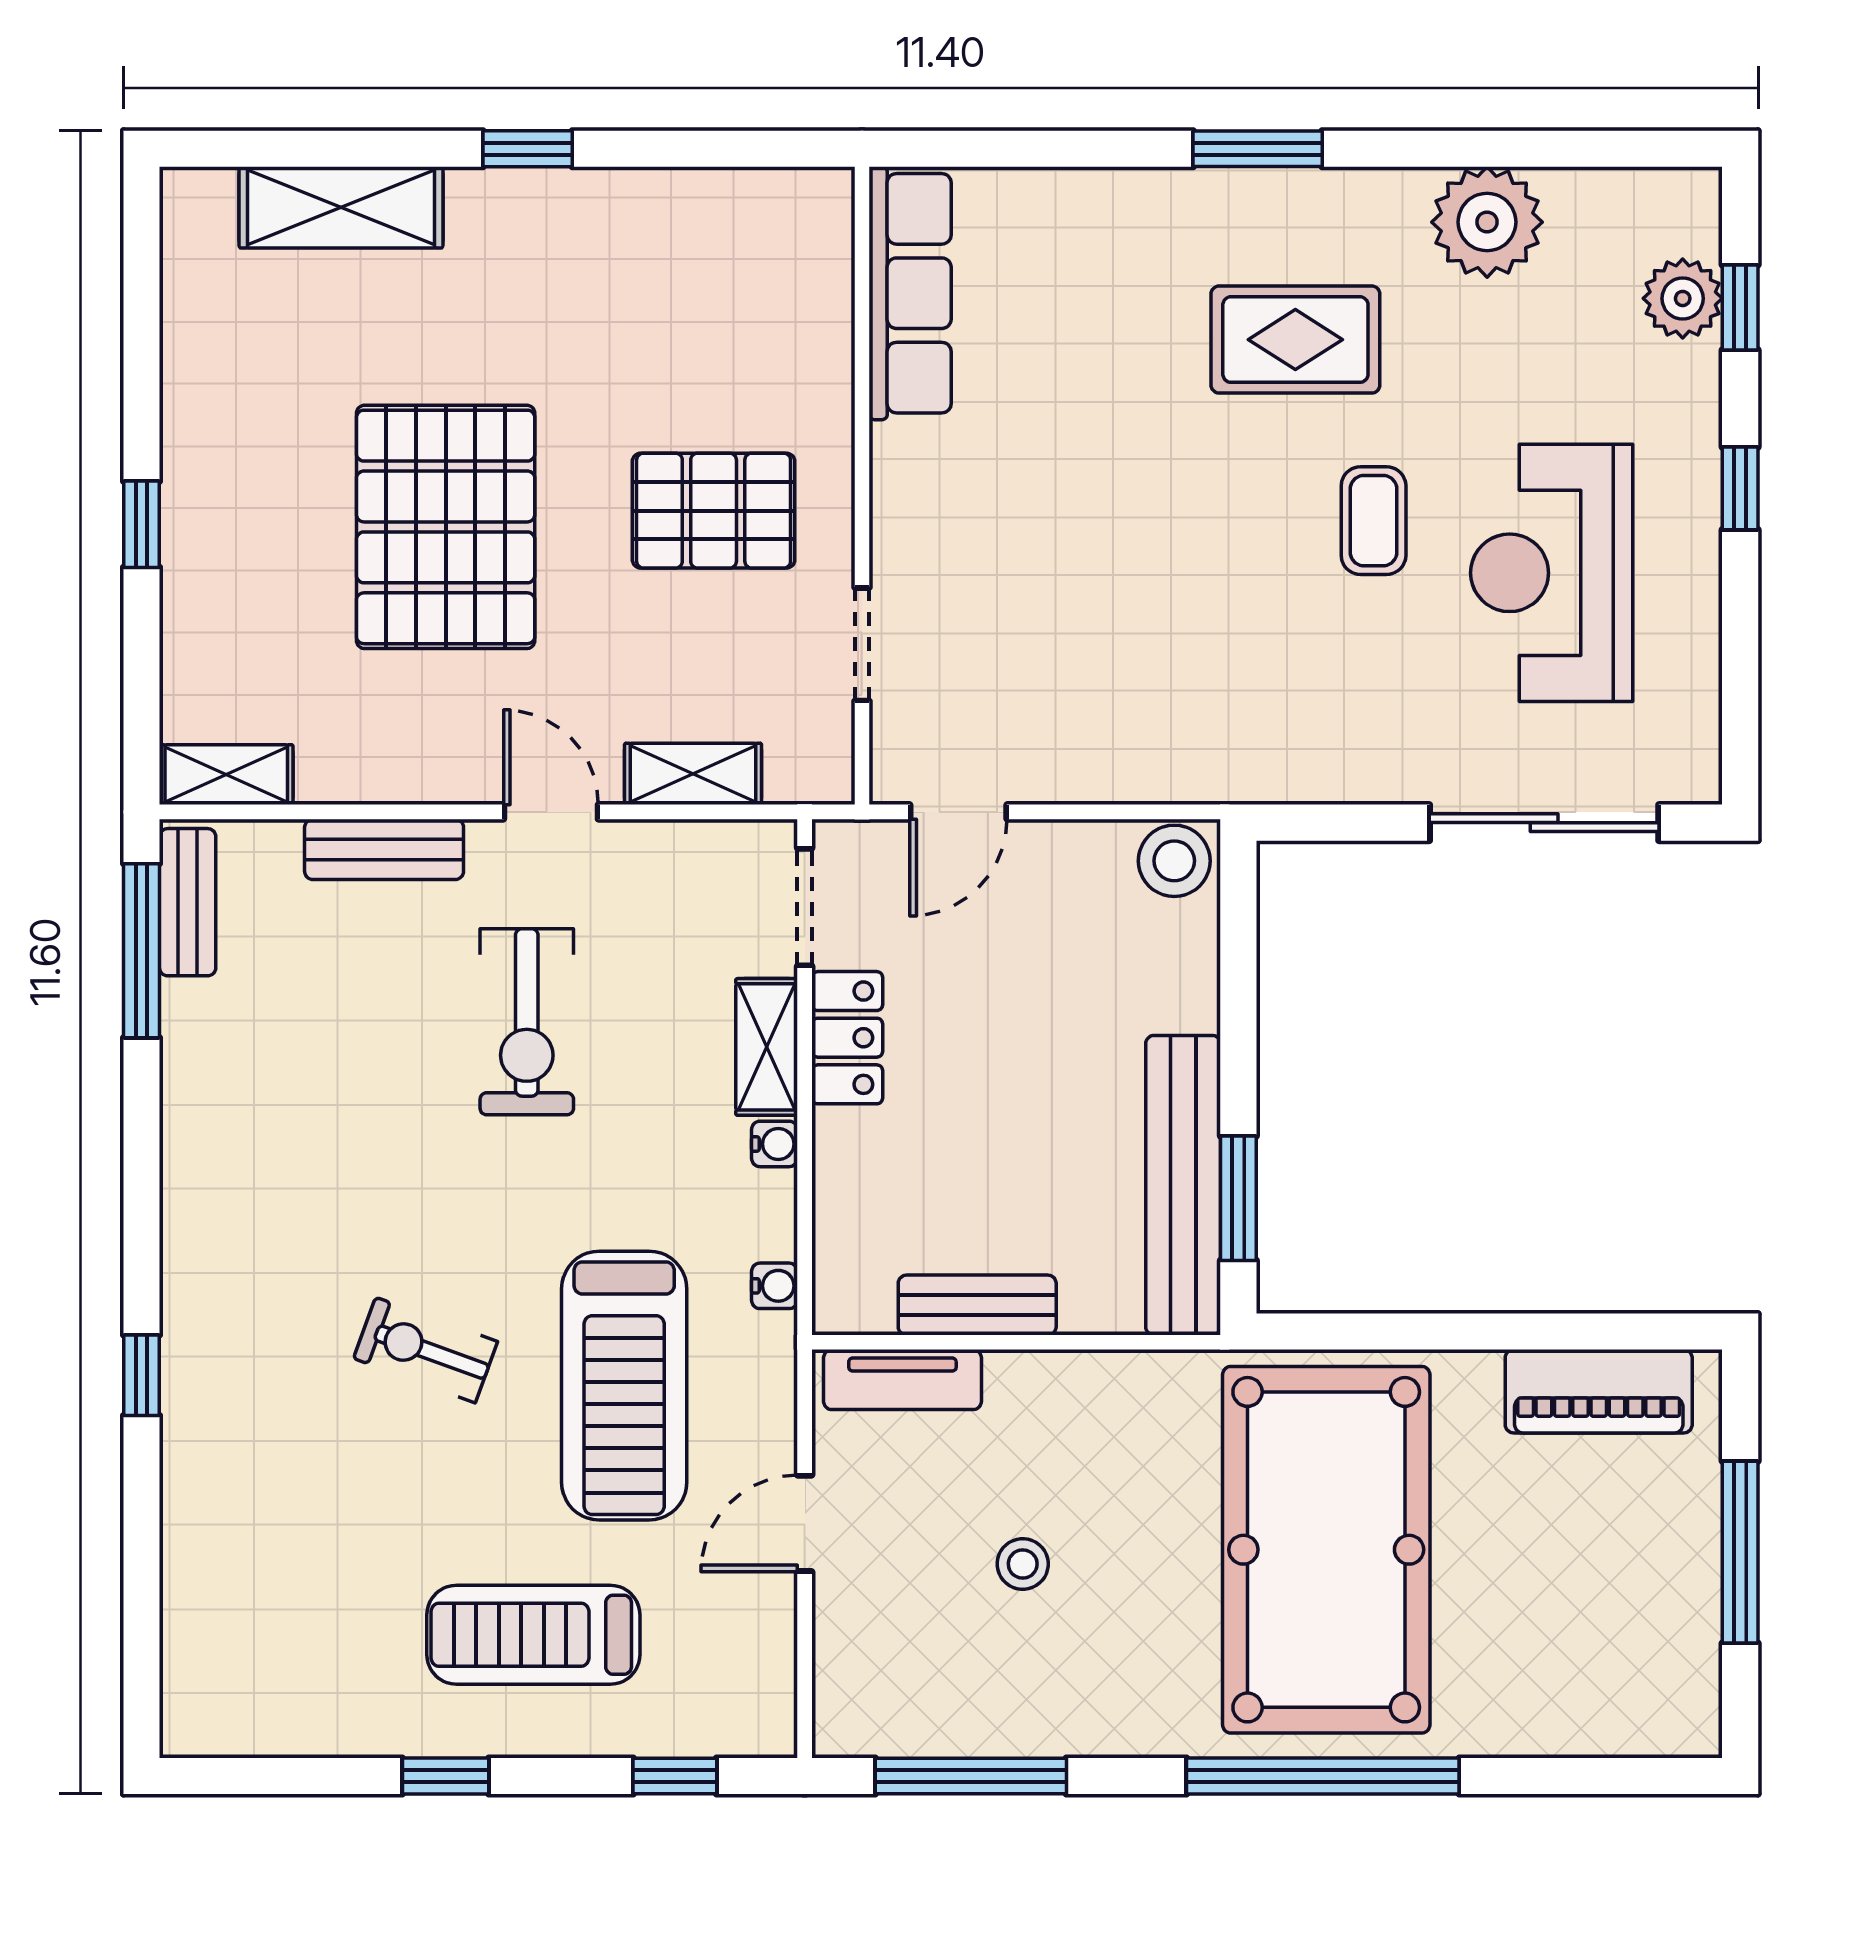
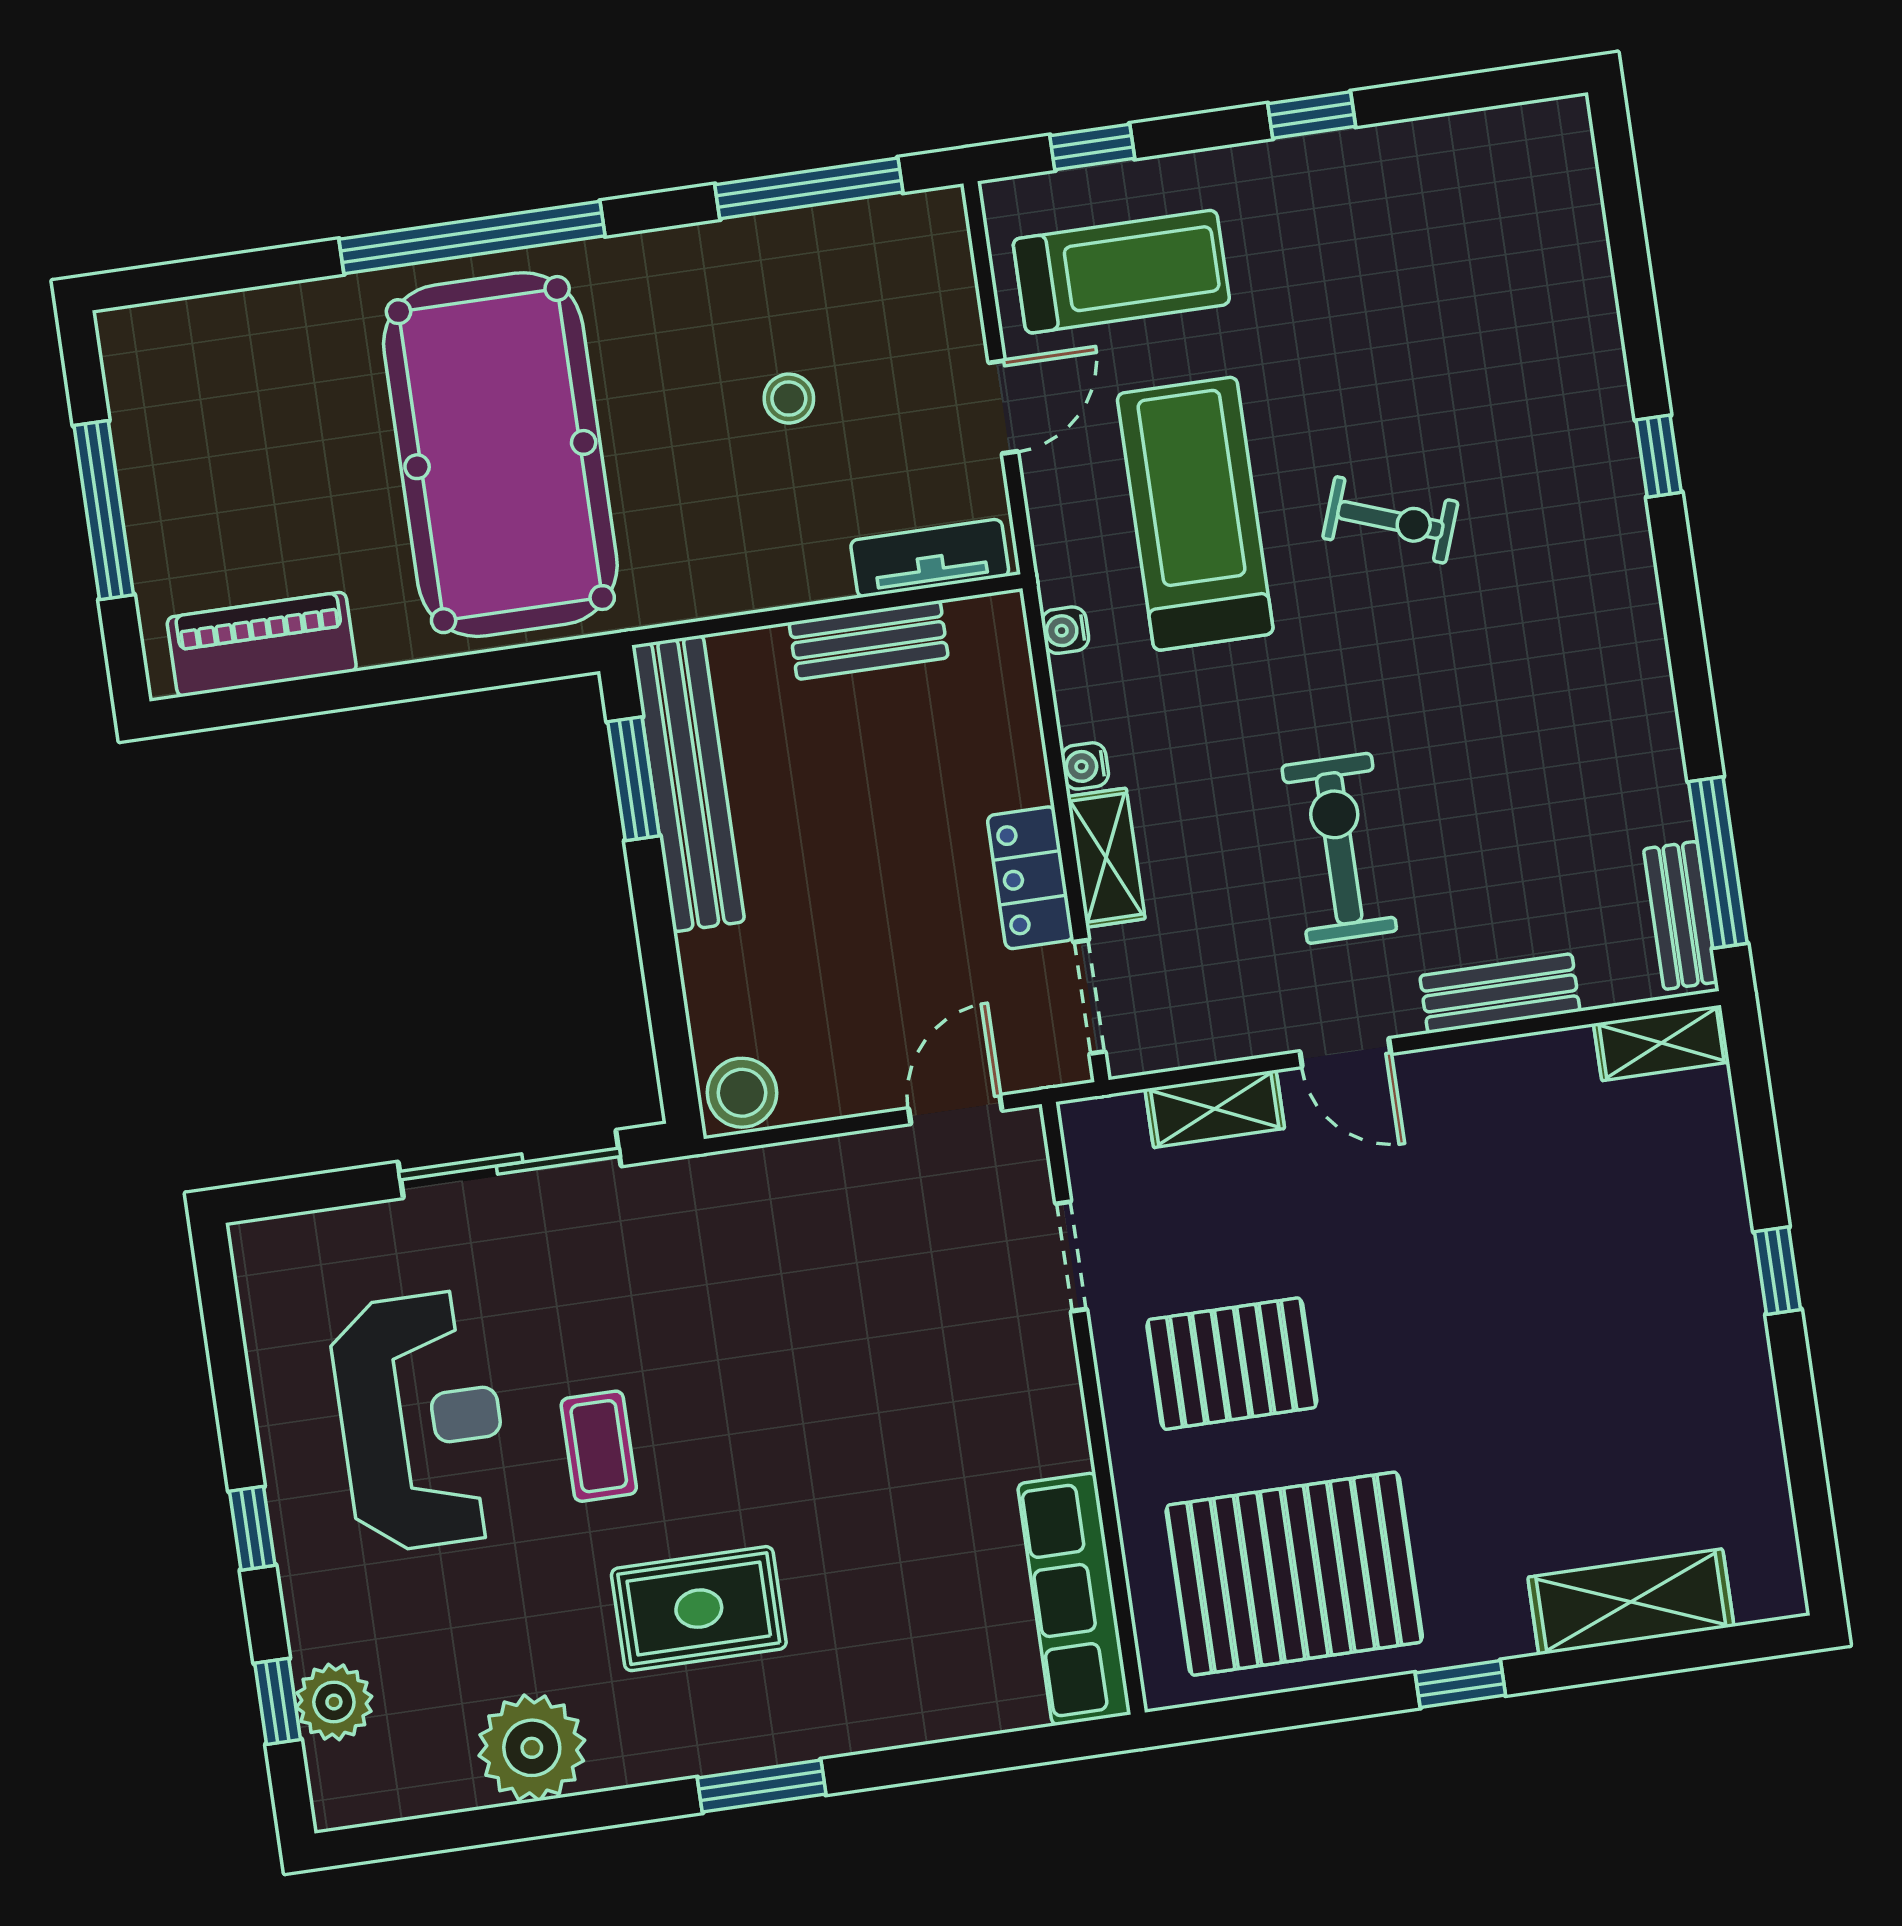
pallet: (446, 527) -> (1294, 1574), moved, turned 90
sliding door: (1544, 823) -> (510, 1164), moved
treadmill: (533, 1635) -> (1121, 272), moved

